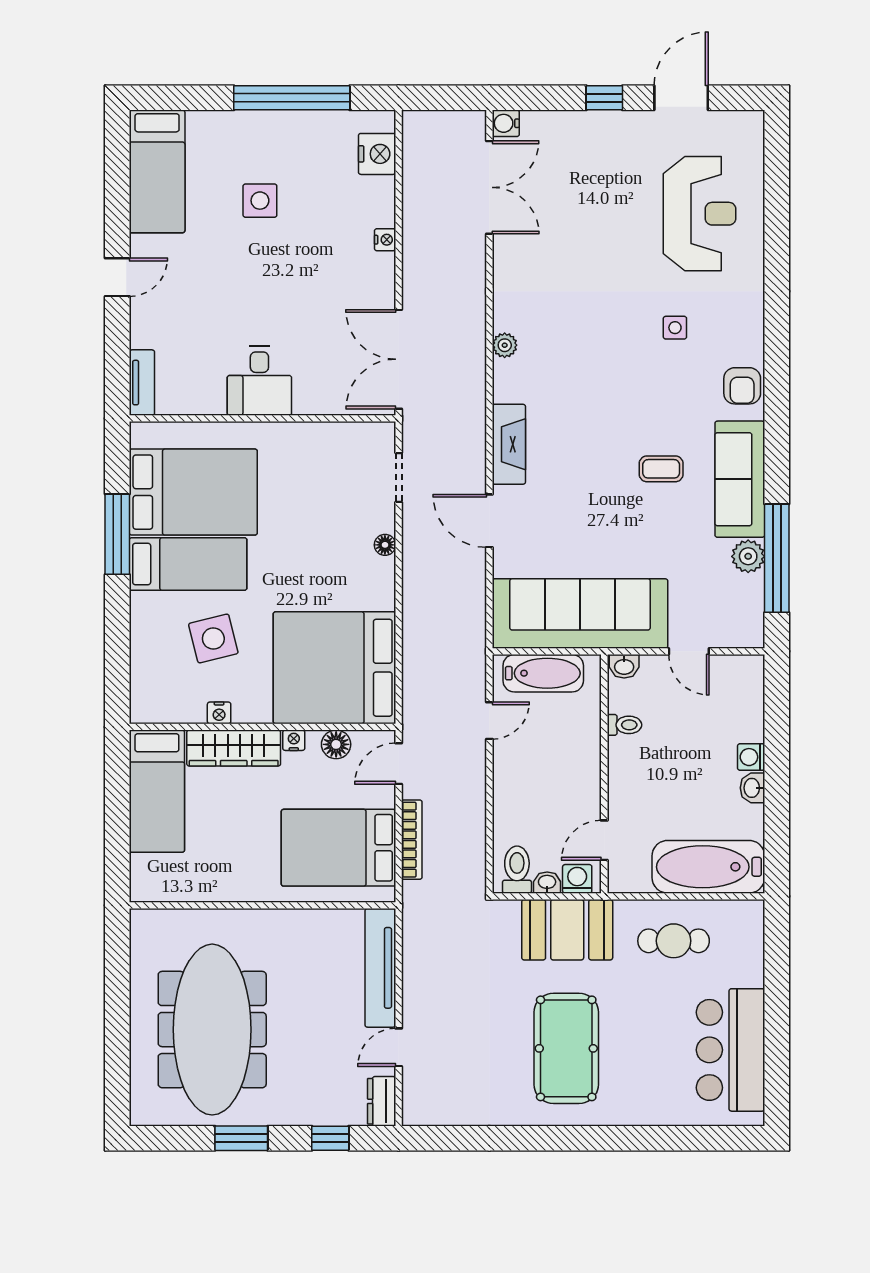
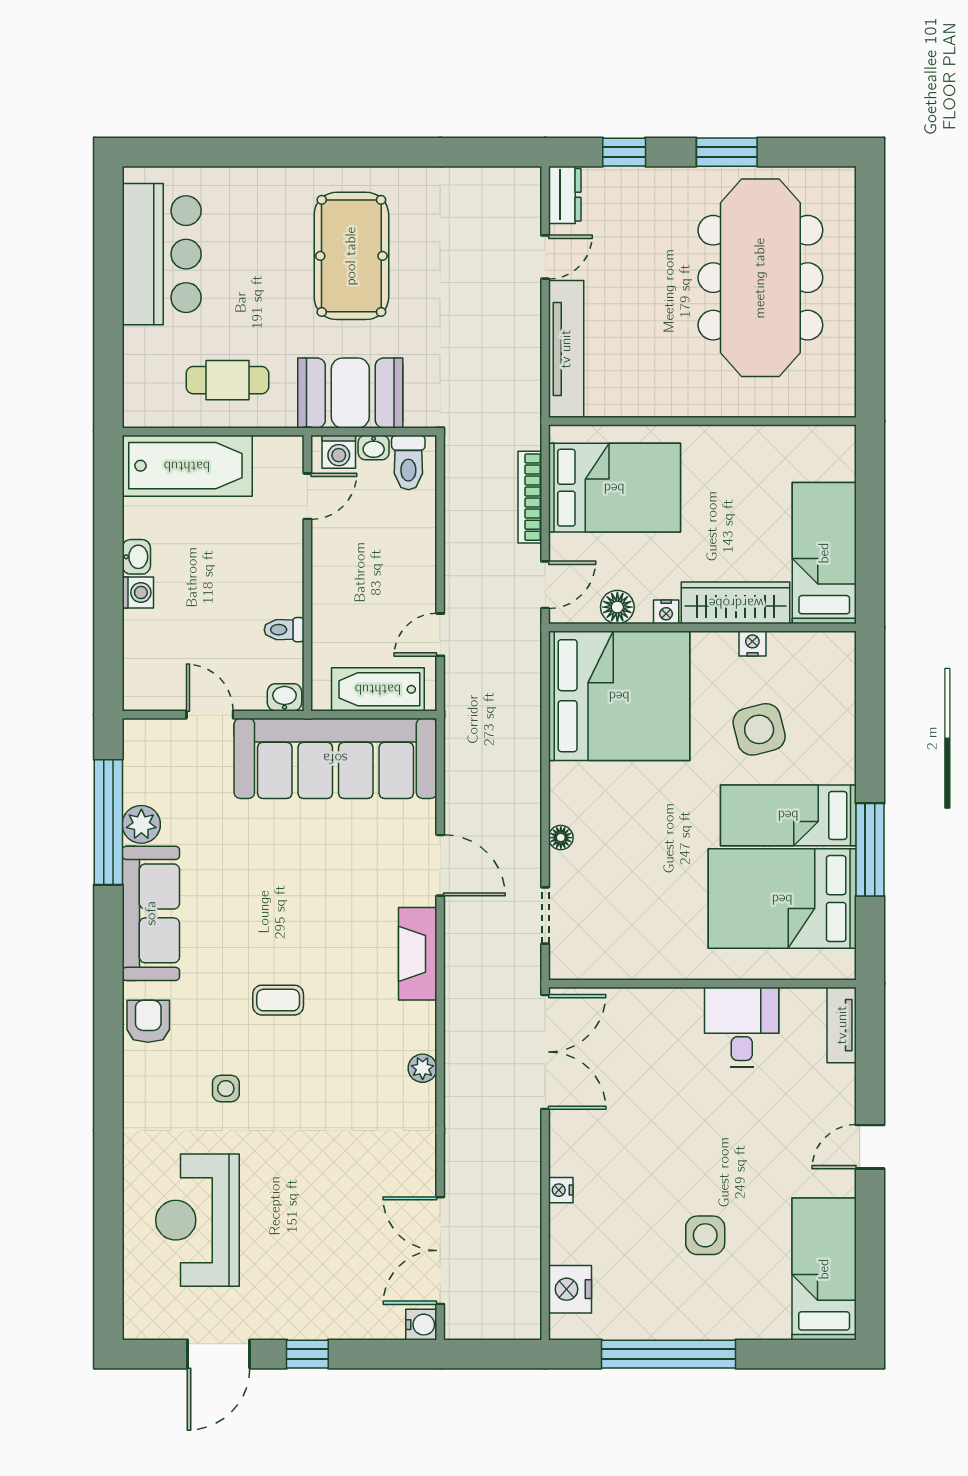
desk: (259, 381) -> (742, 1027), moved
coffee table: (661, 469) -> (278, 1000), moved

